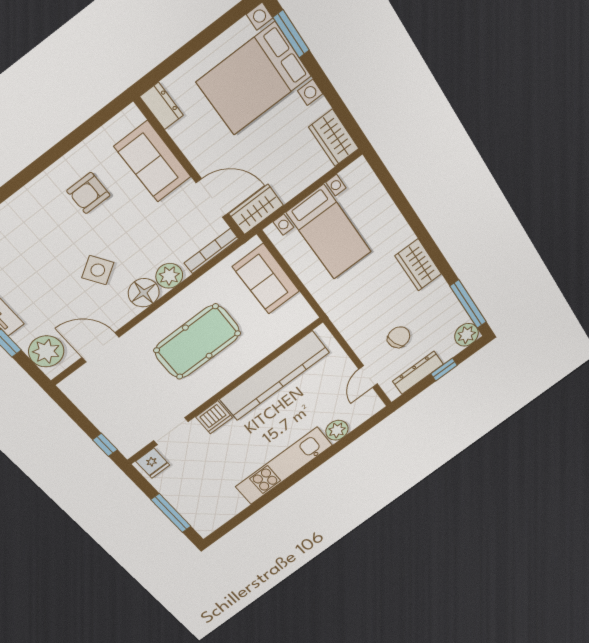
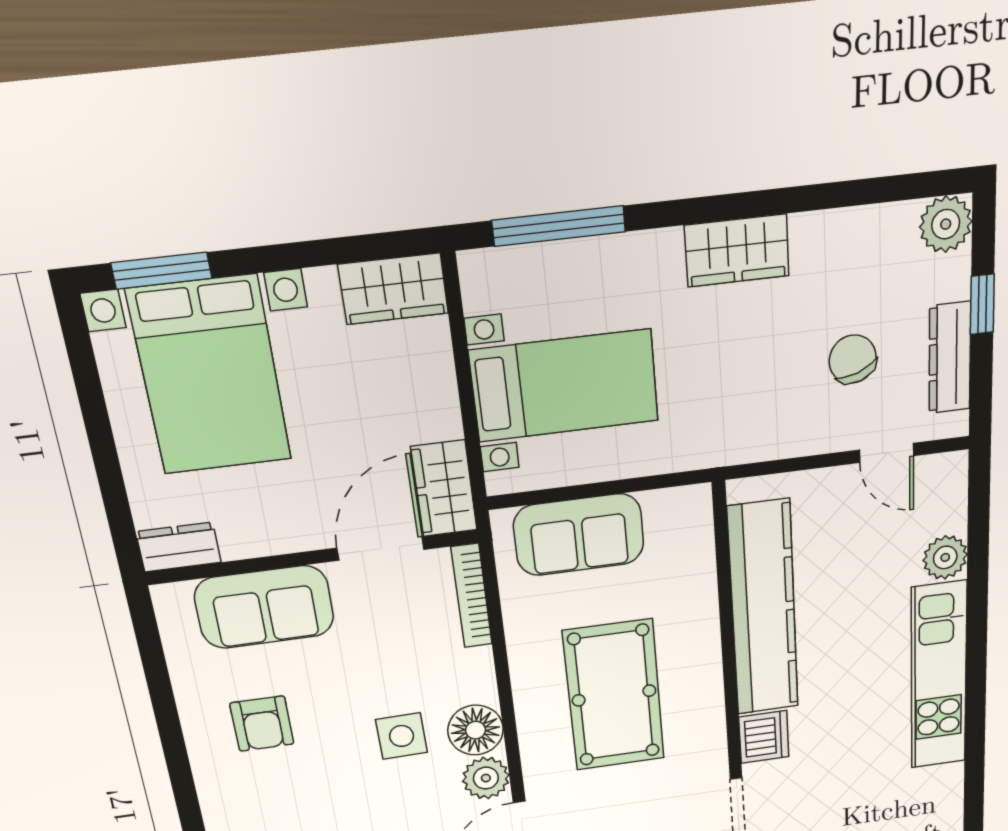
side table: (98, 270) -> (402, 736), moved, turned 32
plant: (169, 276) -> (486, 778), moved
window: (468, 304) -> (559, 226), moved

